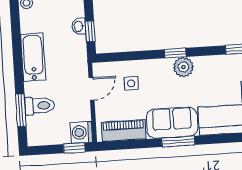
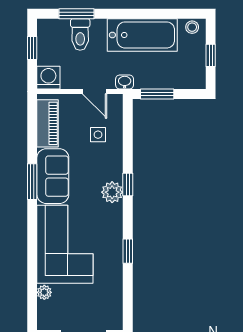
washbasin: (79, 26) -> (125, 82), moved
window: (90, 31) -> (157, 94), width x1.50
bathtub: (33, 57) -> (142, 35), width x1.36, depth x1.36
window: (74, 148) -> (32, 48), moved

